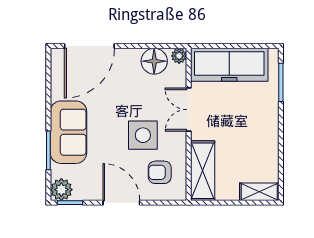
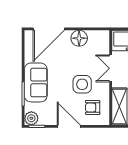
plant: (179, 56) -> (105, 35), removed
floor lamp: (154, 61) -> (79, 38), moved

